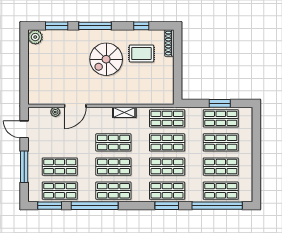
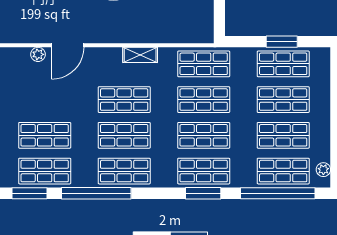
plant: (248, 190) -> (323, 170), added

